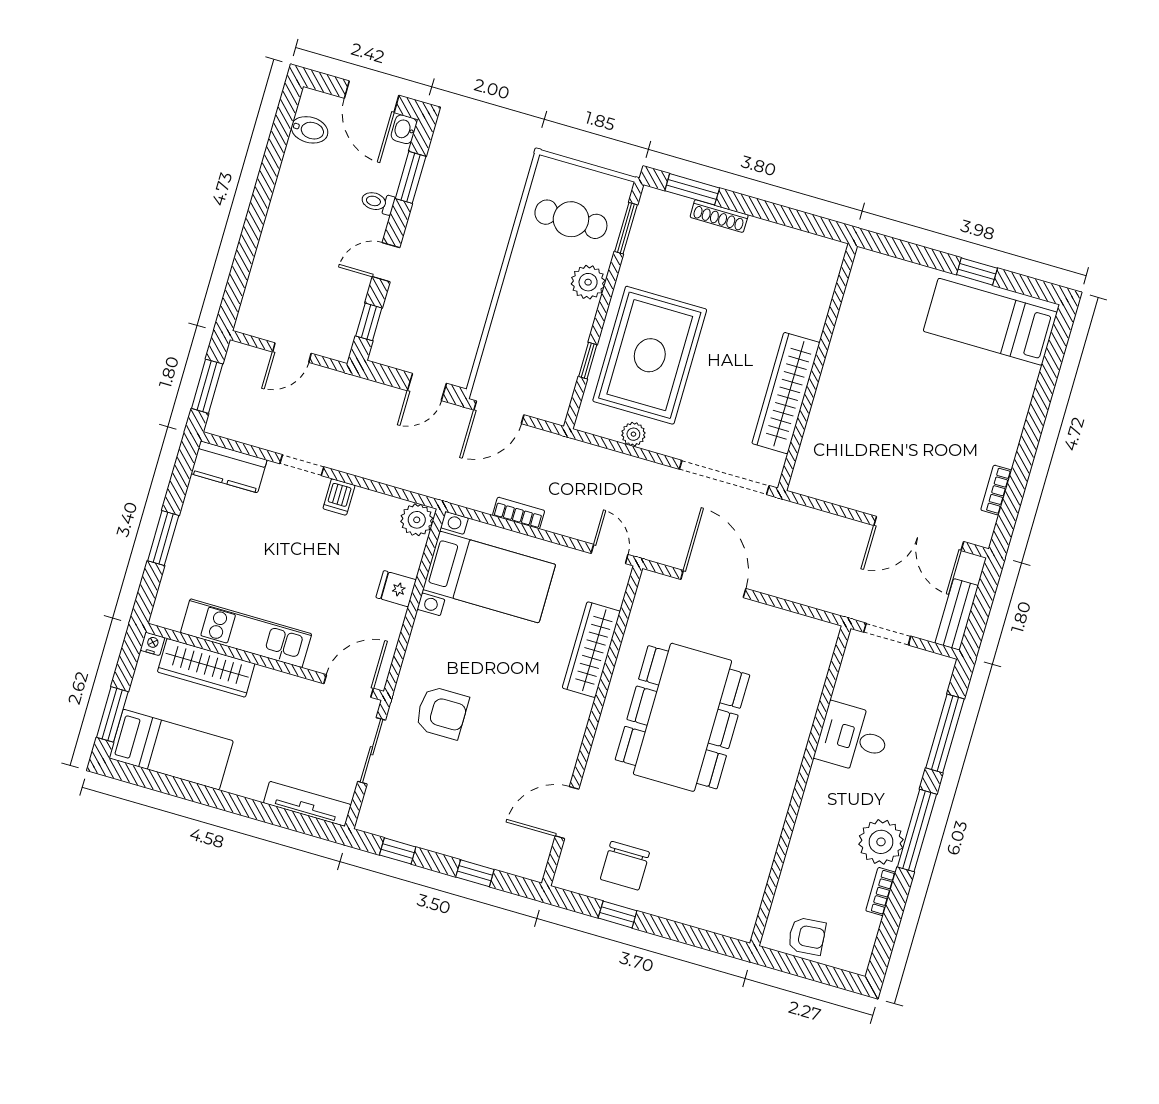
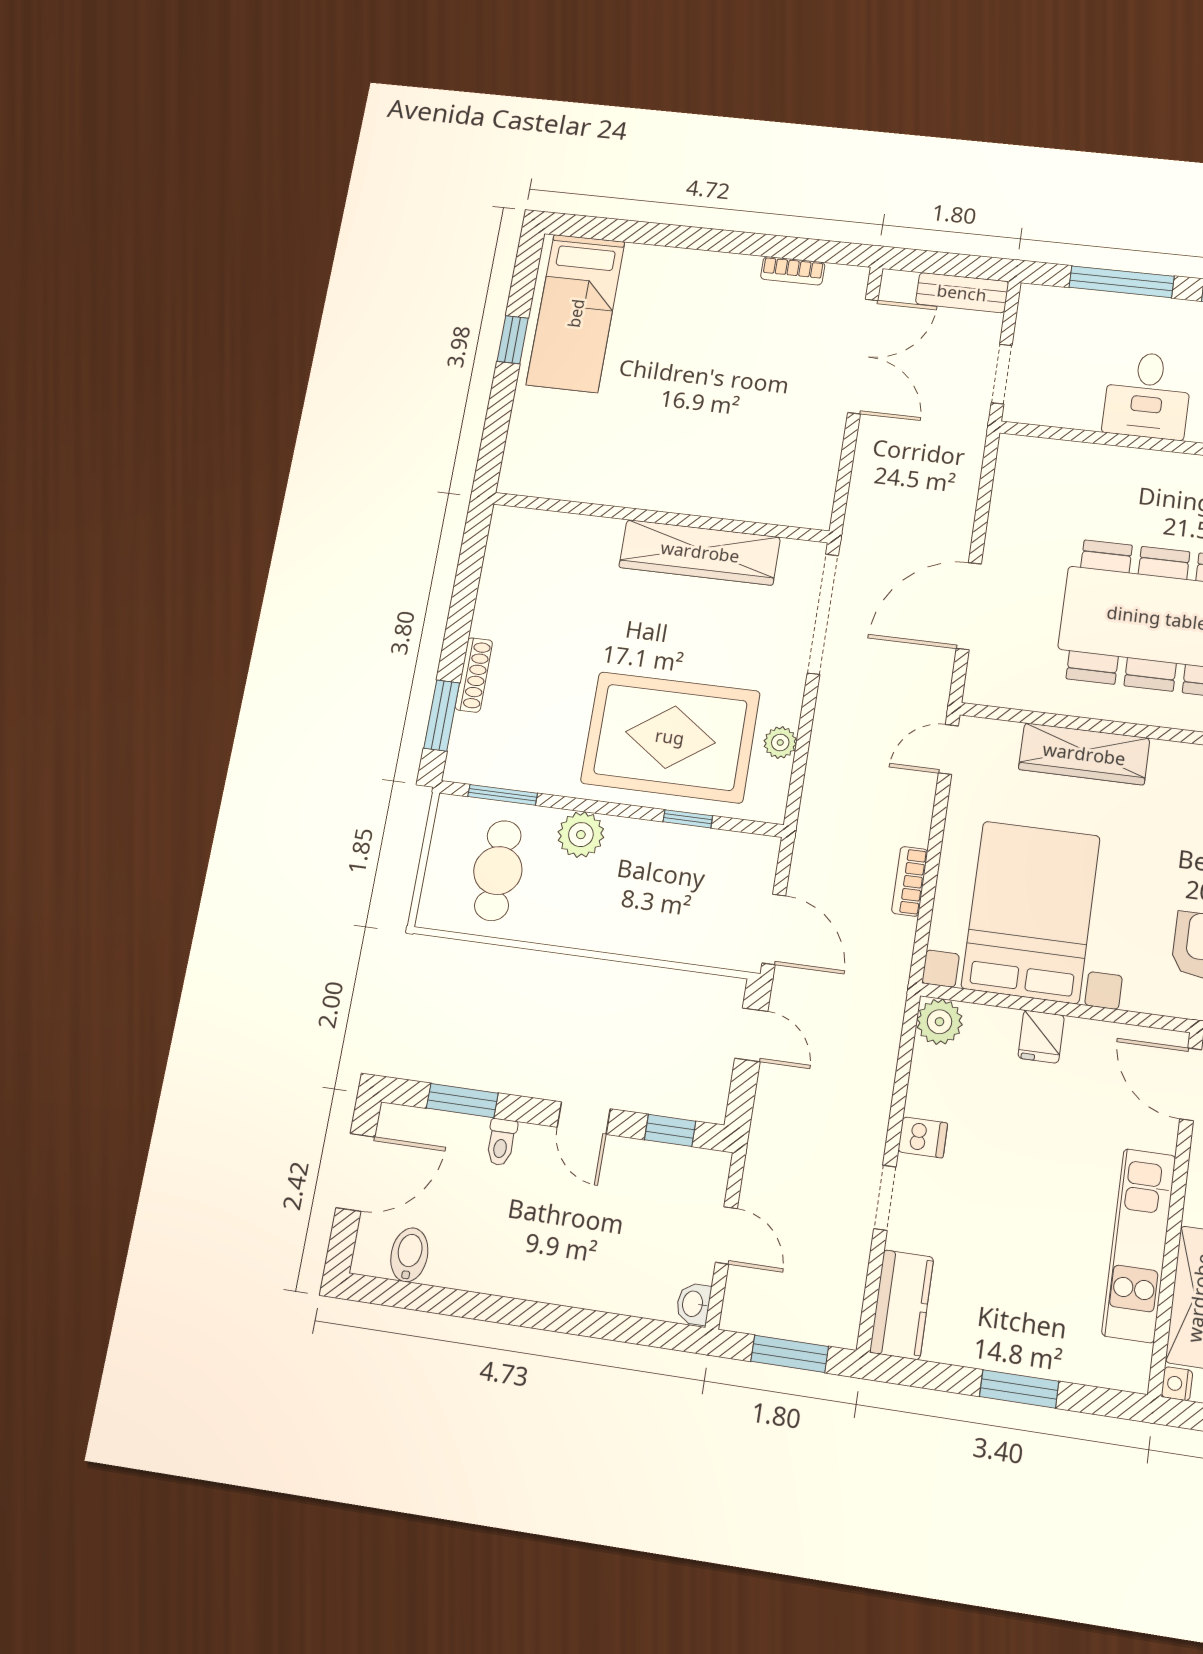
washbasin: (404, 129) -> (693, 1304), moved, turned 90
bed with nightstands: (489, 577) -> (1031, 912), width x1.36

